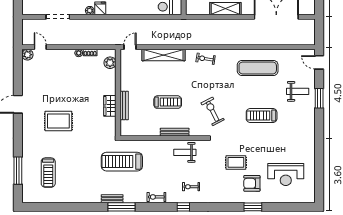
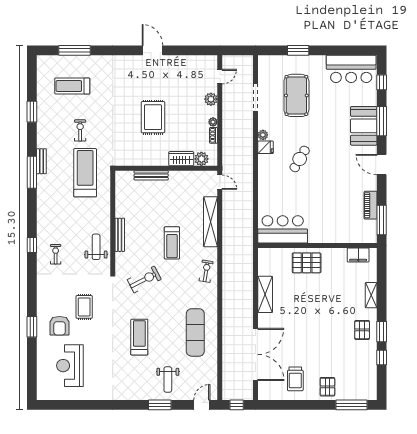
window: (319, 33) -> (237, 405), added
plant: (27, 55) -> (211, 99), moved
treadmill: (168, 102) -> (172, 243), moved
wardrobe: (110, 106) -> (181, 159), moved
rug: (58, 121) -> (153, 117), moved
armchair: (252, 183) -> (60, 326), turned 180
exercise bike: (156, 197) -> (80, 130), moved
window: (70, 207) -> (32, 112), added

